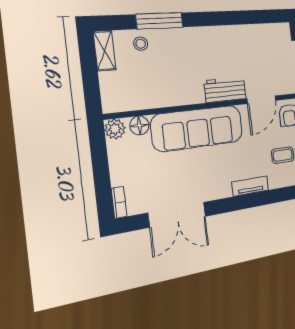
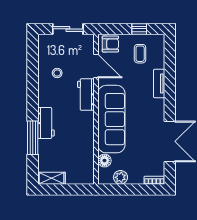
workbench: (182, 38) -> (46, 123), added
stool: (141, 44) -> (57, 73), moved
plant: (115, 129) -> (120, 177), moved

